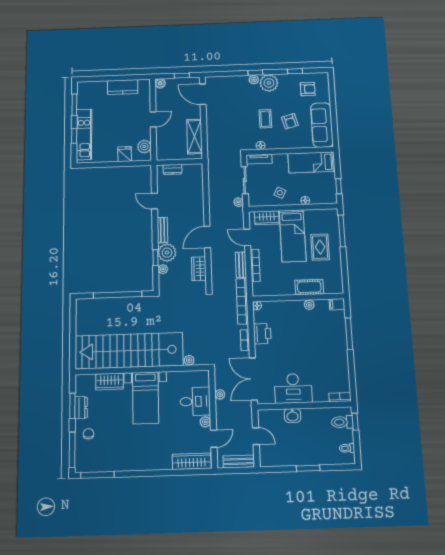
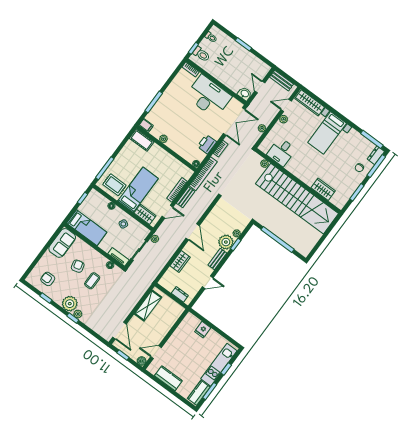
kitchen counter: (84, 96) -> (199, 393), added
door: (153, 119) -> (156, 352), moved
sofa: (322, 125) -> (62, 243), width x0.73
plant: (144, 147) -> (186, 325), removed
door: (155, 201) -> (208, 282), hinge flipped
door: (207, 237) -> (193, 232), hinge flipped
door: (247, 237) -> (168, 212), hinge flipped
rug: (320, 247) -> (114, 185), moved, turned 90
wardrobe: (199, 269) -> (180, 261), moved
cot: (309, 287) -> (142, 140), moved
desk: (293, 388) -> (209, 96), width x1.36, depth x1.30
bed with nightstands: (146, 398) -> (327, 133), moved, turned 180
desk: (195, 401) -> (281, 152), moved, turned -90
dresser: (81, 408) -> (376, 155), moved
washbasin: (293, 415) -> (245, 94), moved

